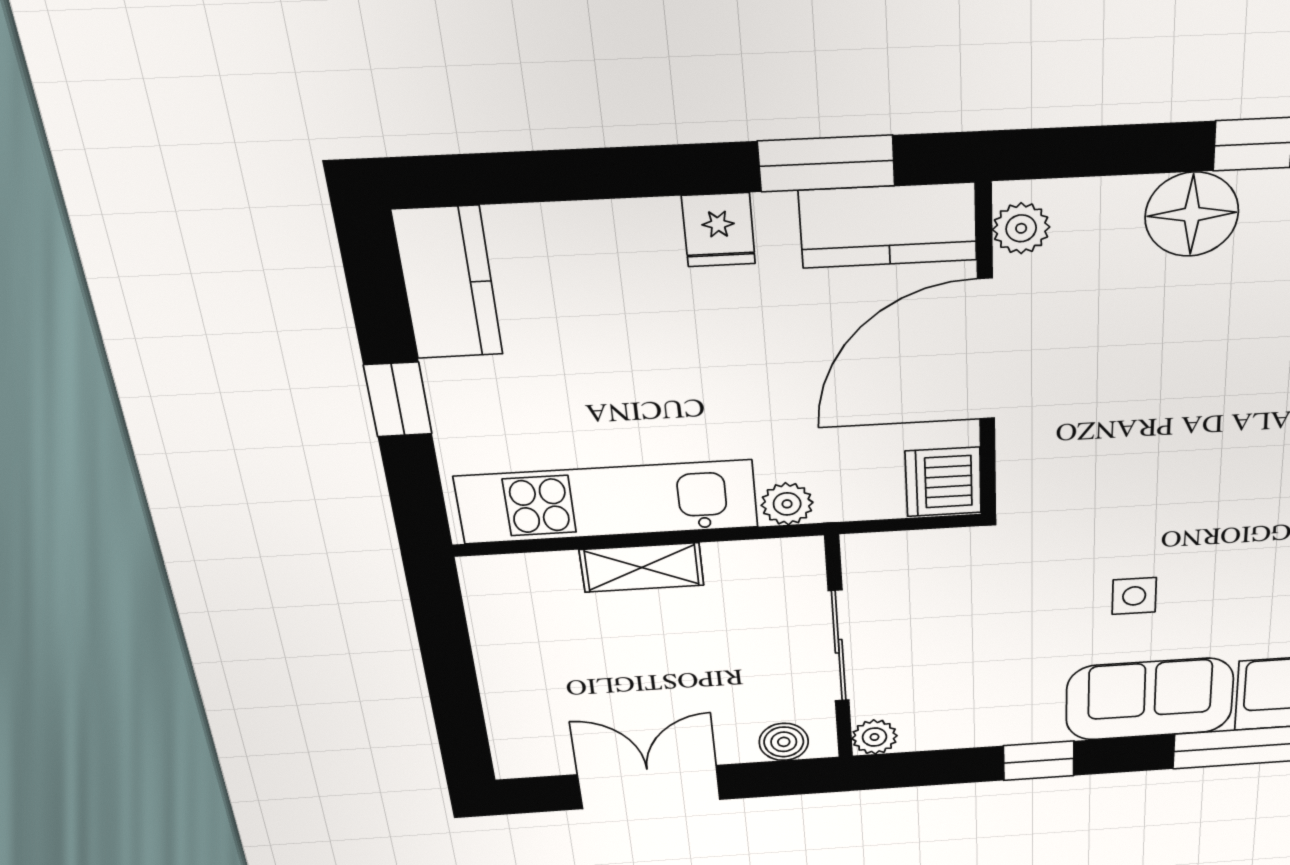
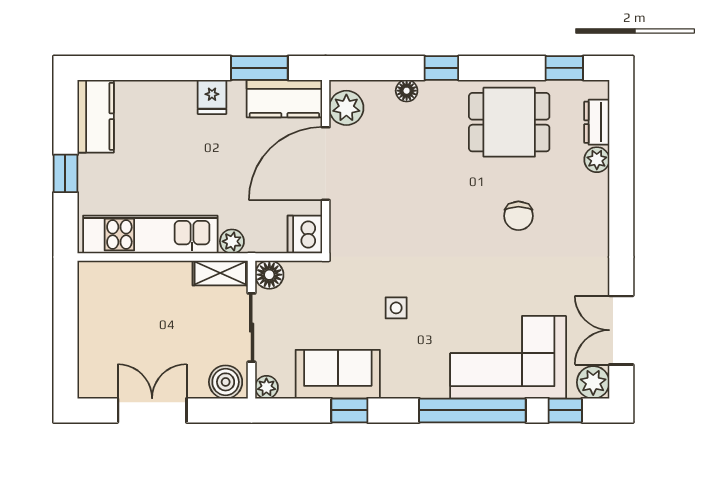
floor lamp: (1192, 214) -> (407, 91), width x0.53, depth x0.53
plant: (1021, 228) -> (346, 108), width x1.38, depth x1.38
floor lamp: (871, 557) -> (269, 275), added
shelving: (642, 568) -> (220, 273), moved
sofa: (1150, 699) -> (338, 374), moved
boiler: (784, 742) -> (226, 382), width x1.36, depth x1.36

